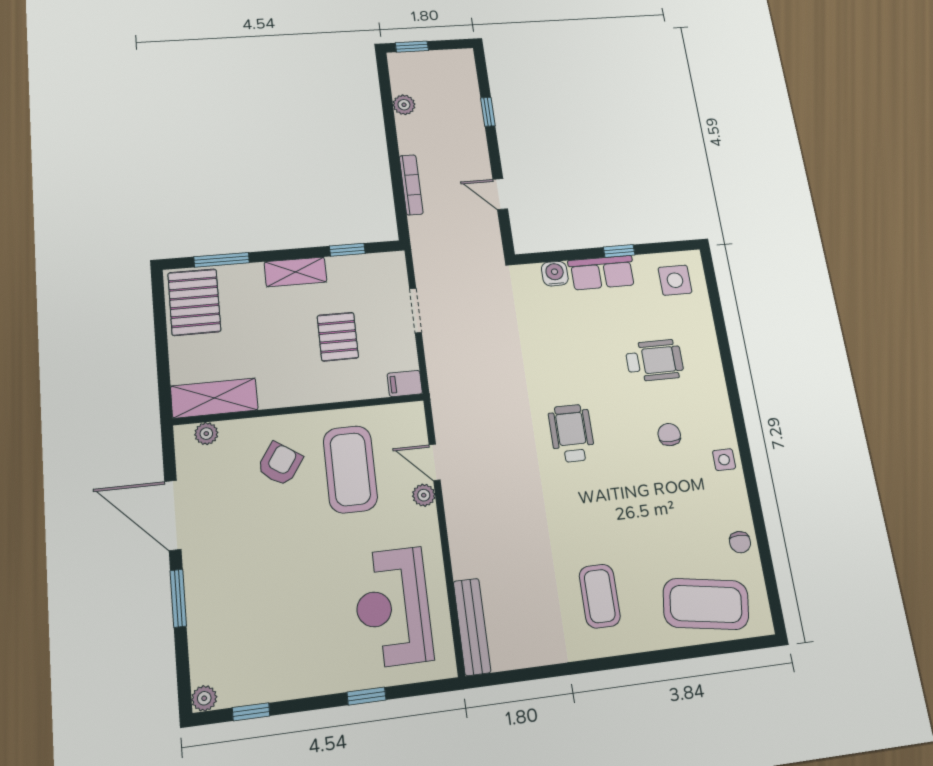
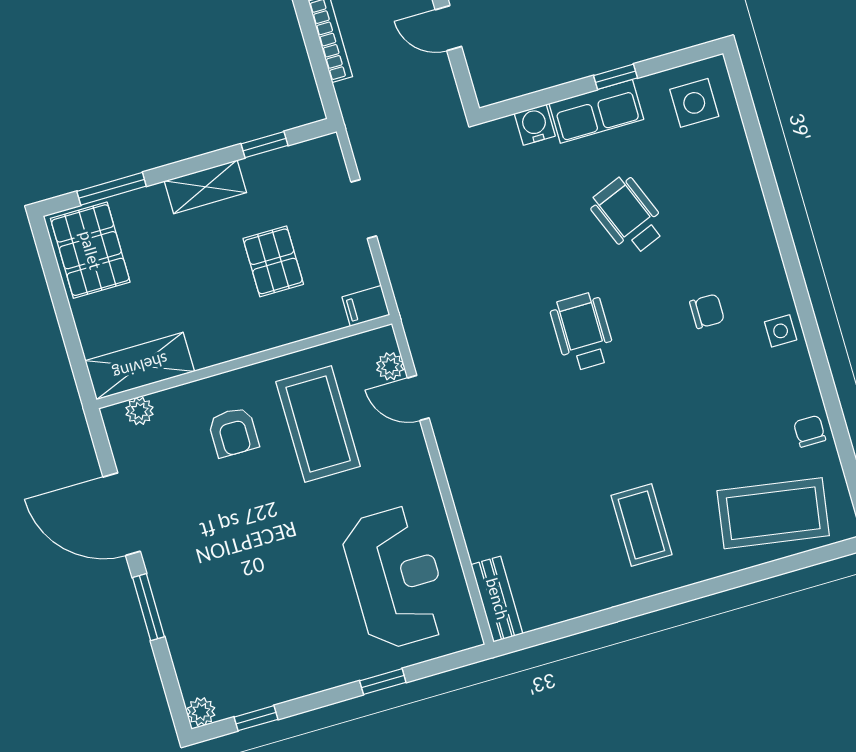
wheelchair: (654, 360) -> (628, 215), moved, turned -112
chair: (669, 435) -> (707, 311), turned 90
armchair: (280, 464) -> (233, 432), turned 146
plant: (424, 495) -> (390, 366), moved
chair: (740, 542) -> (810, 431), turned 180
reception desk: (393, 607) -> (396, 578), turned 180
bench: (472, 627) -> (497, 599), width x0.73

